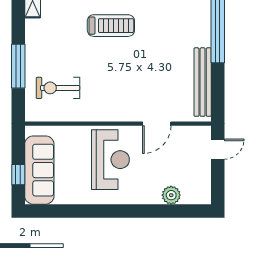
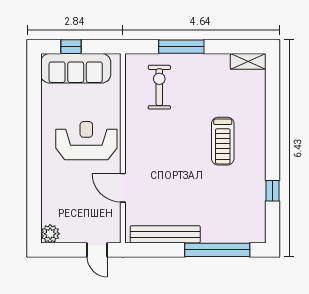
reception desk: (110, 160) -> (86, 141), turned 180
plant: (171, 195) -> (50, 234), moved

